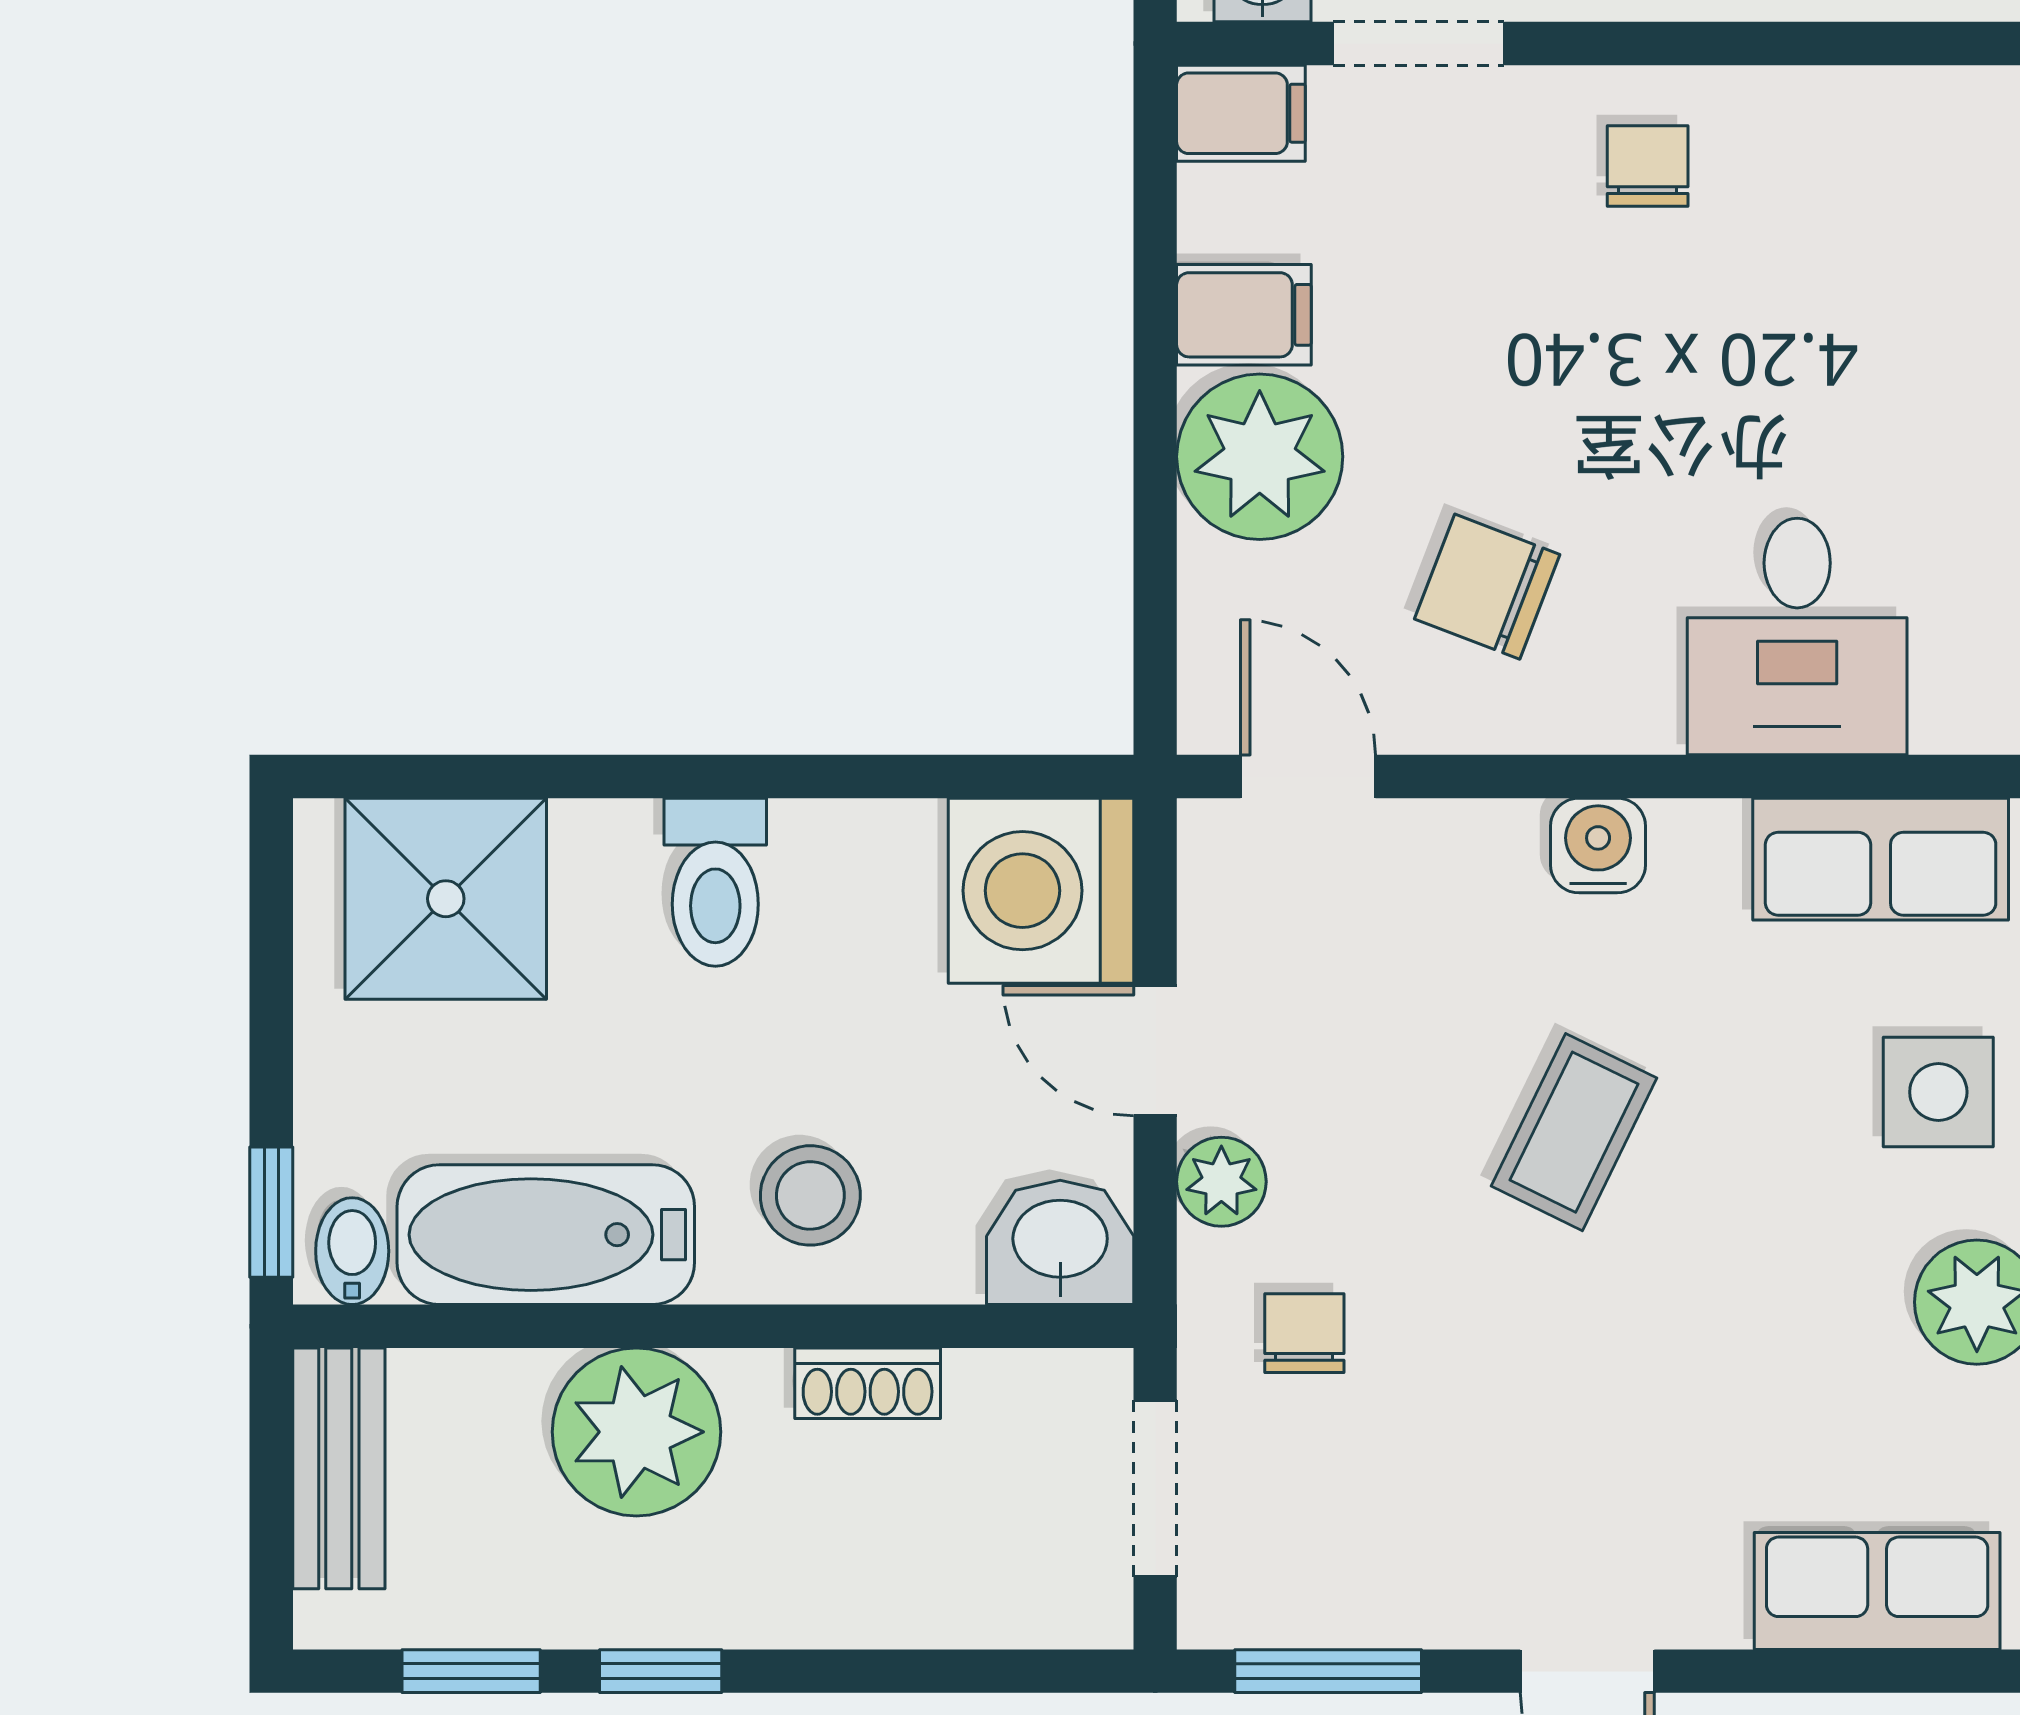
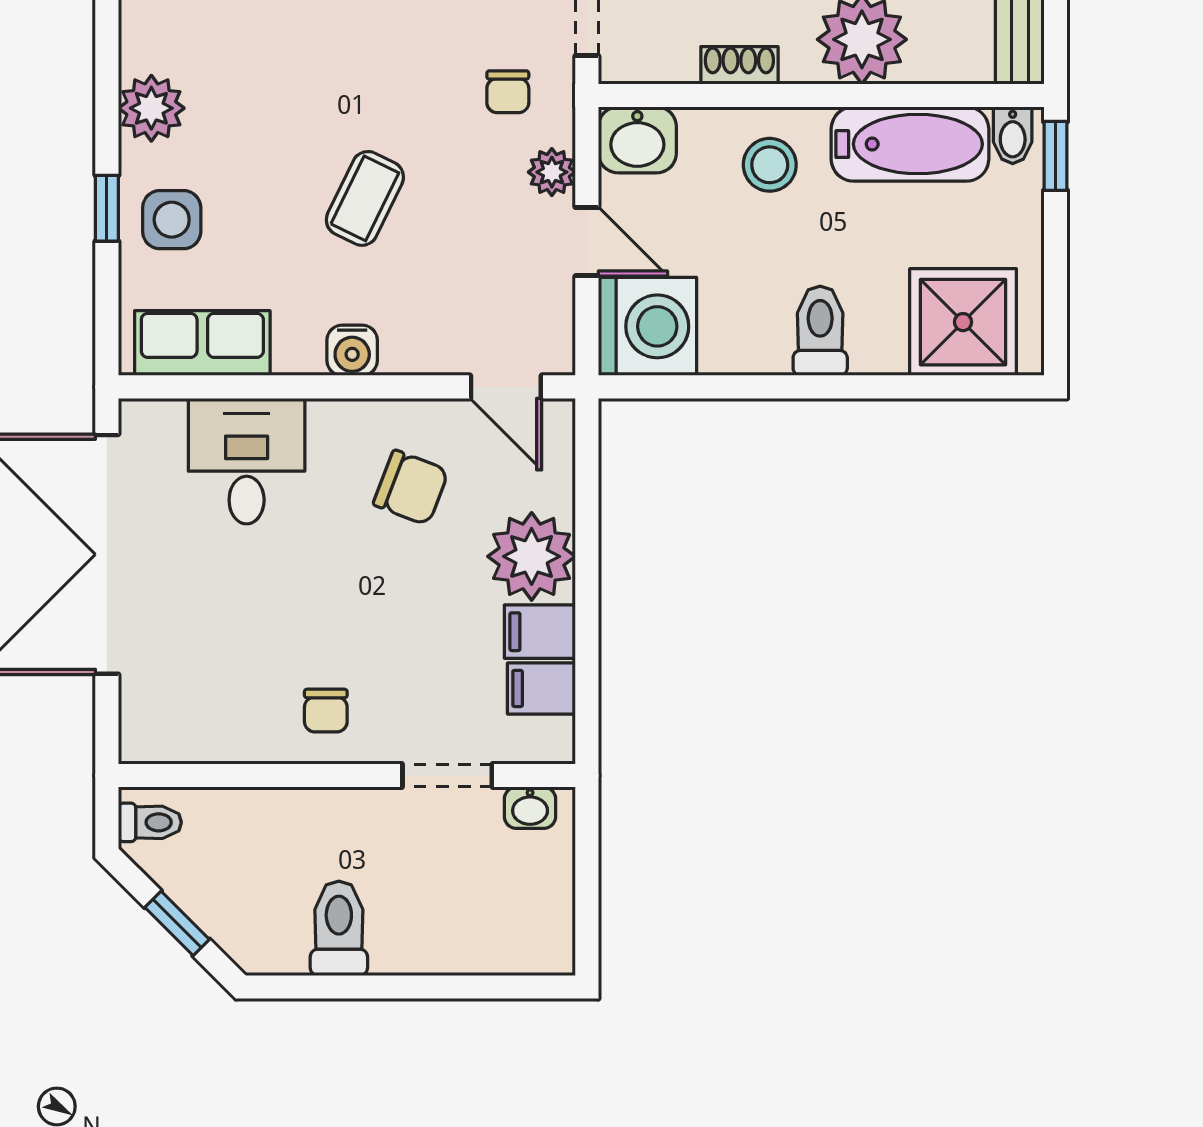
filing cabinet: (1241, 113) -> (541, 688), moved

